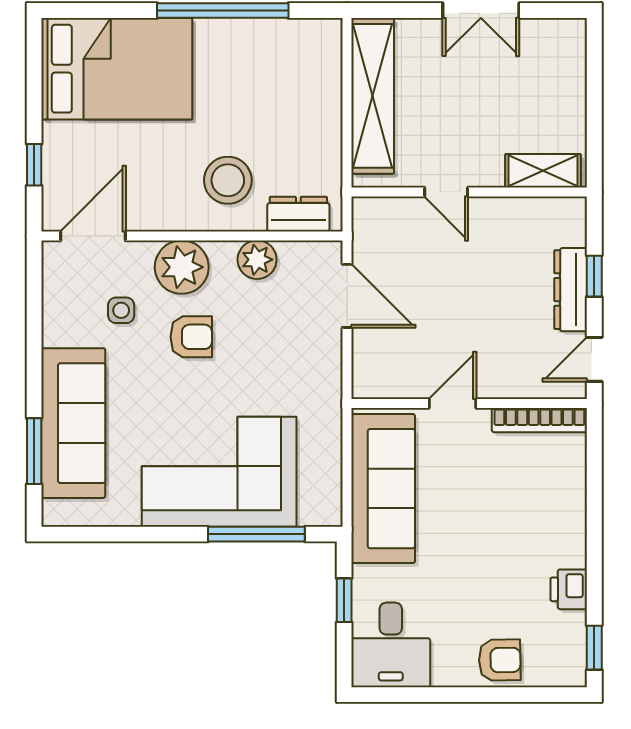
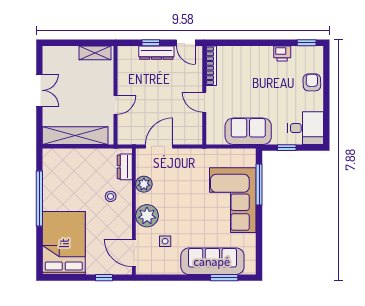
shelving: (543, 171) -> (95, 53), moved, turned 90
stool: (228, 180) -> (111, 196), width x0.53, depth x0.53
armchair: (191, 337) -> (176, 212), removed
sofa: (383, 489) -> (248, 131), width x0.73

